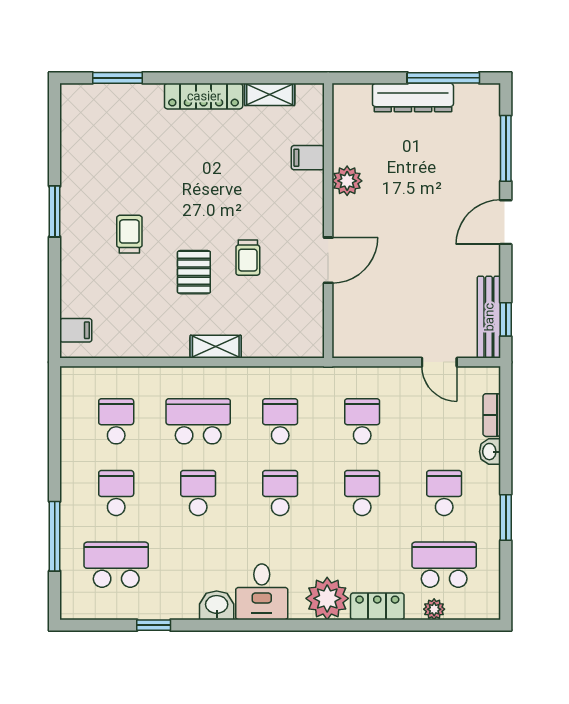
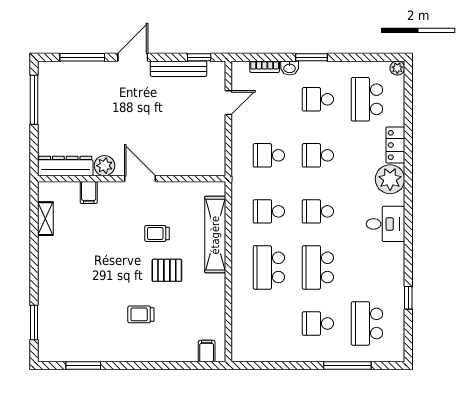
locker: (204, 96) -> (47, 264), removed
dresser: (413, 98) -> (65, 166), moved, turned -90
window: (55, 211) -> (83, 366), moved
door: (506, 222) -> (133, 57), swing flipped
trolley: (248, 258) -> (157, 233), turned 180
door: (328, 260) -> (140, 179), moved
bench: (489, 317) -> (179, 69), moved
shelving: (216, 347) -> (215, 235), width x2.20, depth x1.33
school desk: (116, 421) -> (269, 323), removed
school desk: (198, 493) -> (318, 267), width x1.85
window: (506, 517) -> (312, 57), moved
washbasin: (217, 605) -> (395, 255), removed
plant: (434, 609) -> (397, 68), moved

